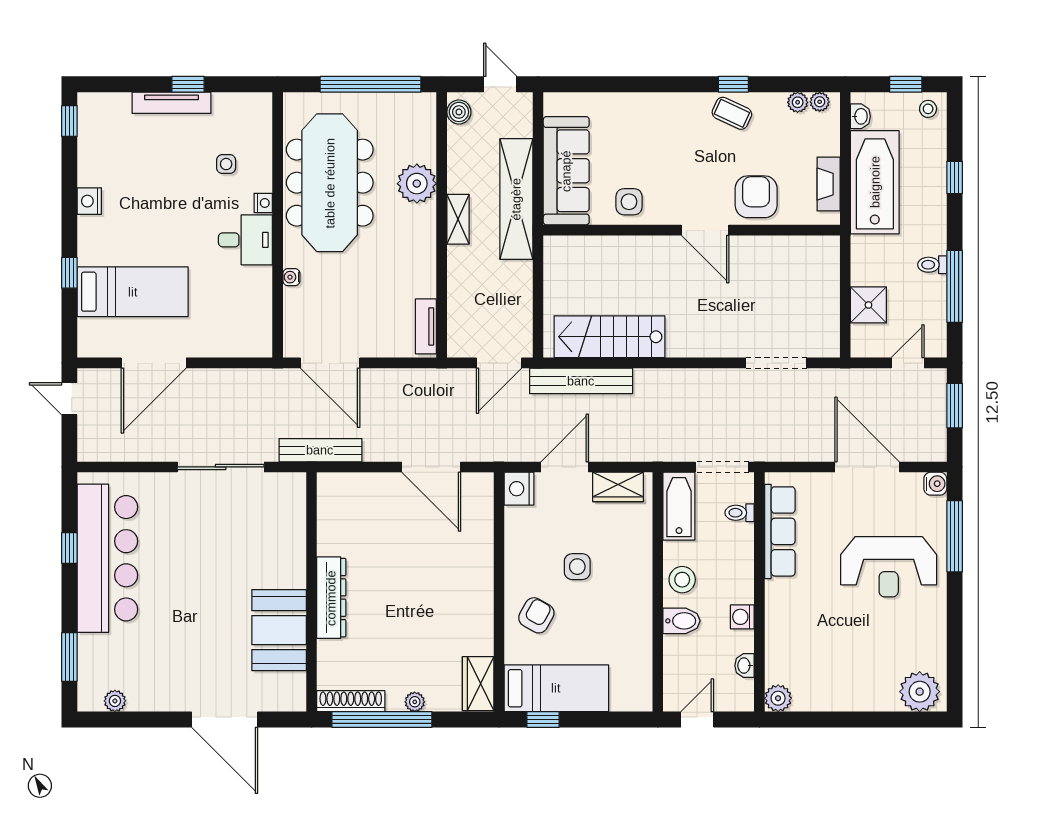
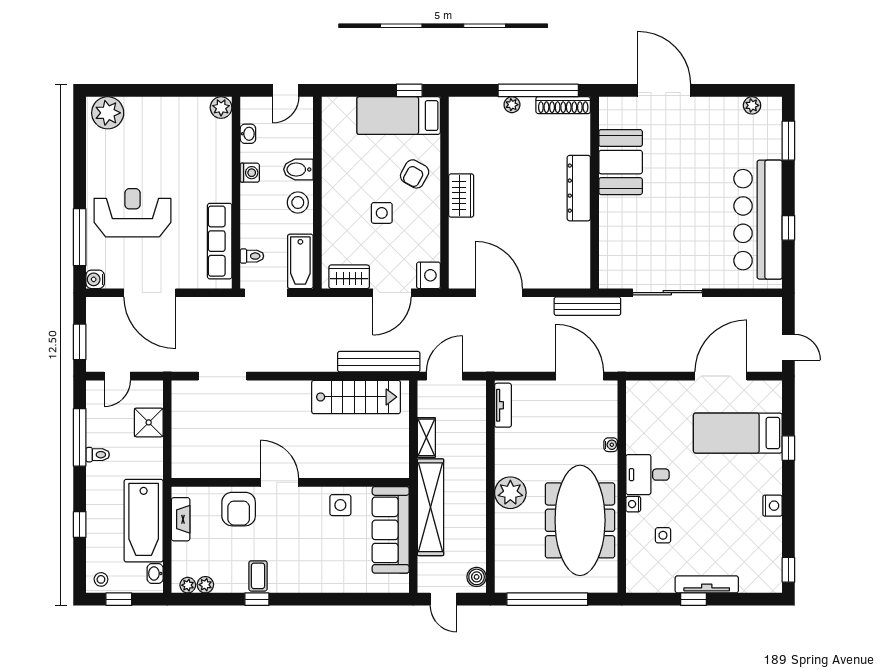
coffee table: (732, 113) -> (258, 576), turned 65
plant: (417, 184) -> (510, 493), moved
shelving: (458, 219) -> (426, 437), moved
wardrobe: (478, 684) -> (461, 196), moved

